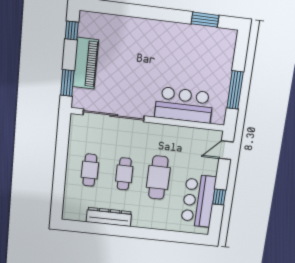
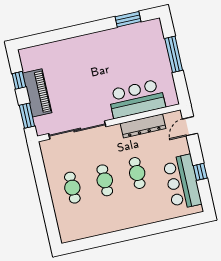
window: (72, 31) -> (19, 80), moved
window: (235, 90) -> (174, 54), moved
cafe table: (158, 178) -> (137, 173), width x0.73, depth x0.74
dresser: (109, 217) -> (143, 126), moved, turned 180

